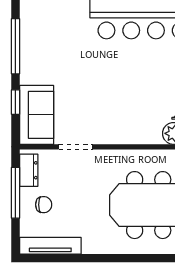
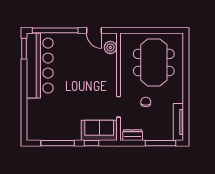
window: (15, 193) -> (161, 143), moved
chair: (44, 205) -> (146, 102), moved

